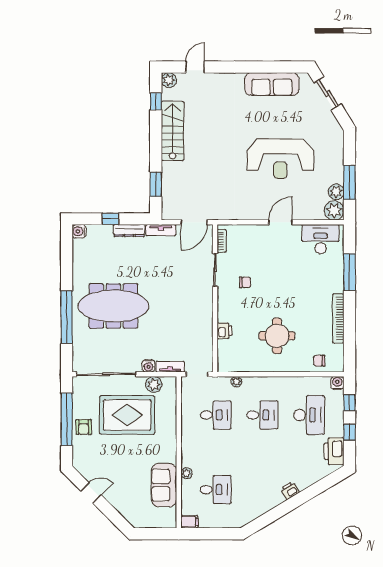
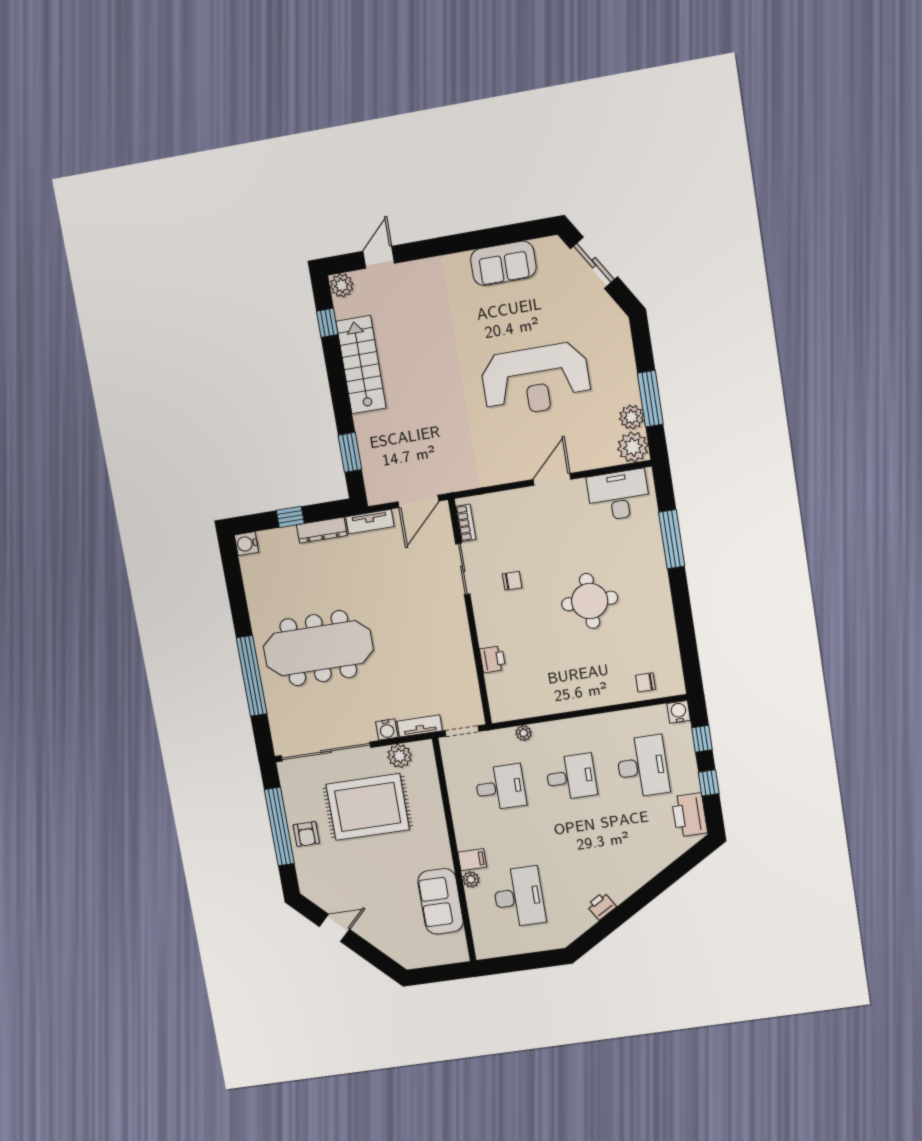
sofa: (272, 84) -> (503, 263), width x0.73
bookcase: (338, 318) -> (665, 613), removed
round table: (277, 336) -> (590, 601), moved
desk: (216, 490) -> (519, 897), width x1.37
printer: (290, 491) -> (601, 906), moved
filing cabinet: (189, 522) -> (472, 860), moved

